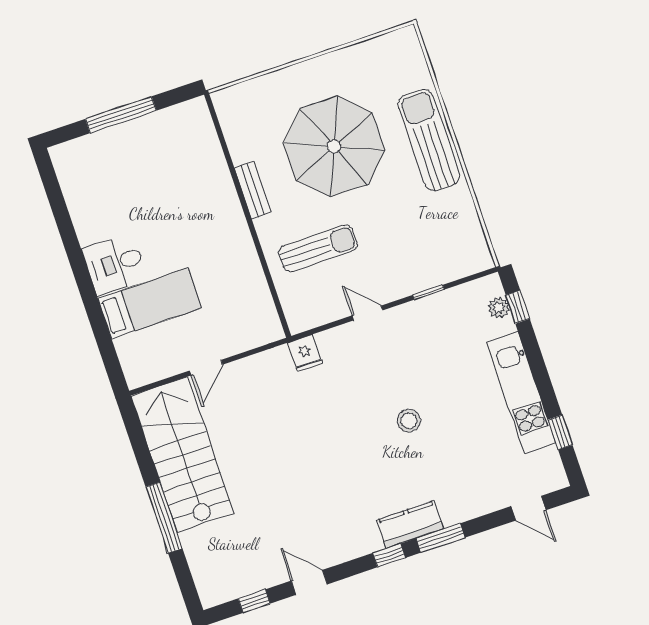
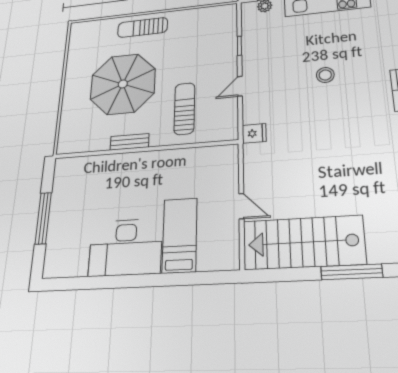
sun lounger: (429, 140) -> (143, 27), width x0.73, depth x0.75
desk: (115, 264) -> (125, 247), width x1.87, depth x1.30

